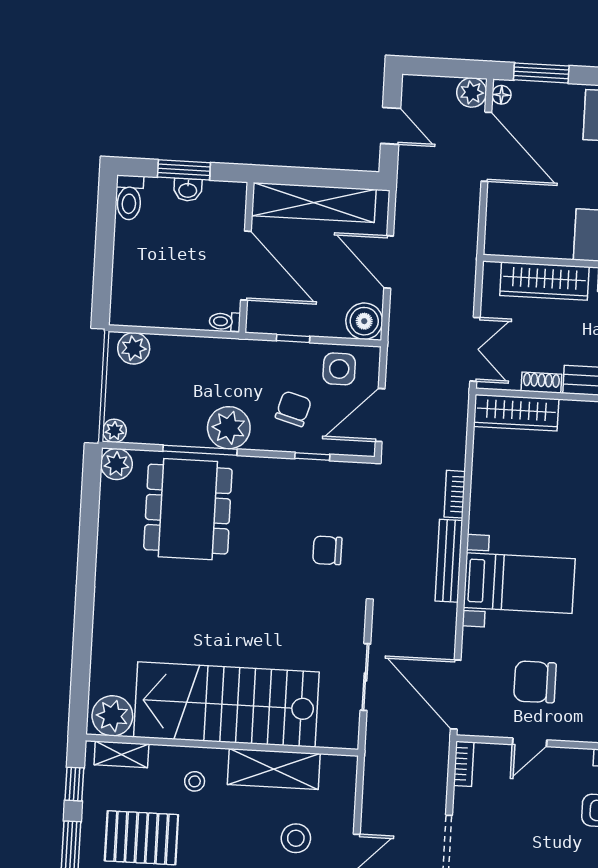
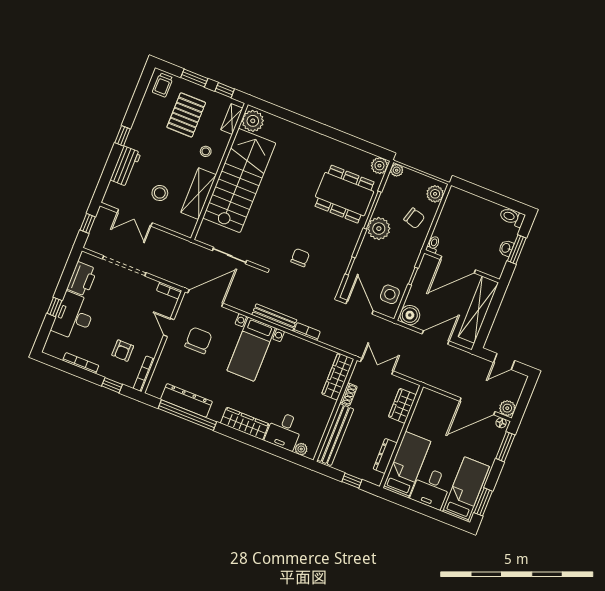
wardrobe: (544, 281) -> (402, 406), width x0.67
double door: (475, 349) -> (377, 366), swing flipped
chair: (293, 409) -> (414, 218), moved

